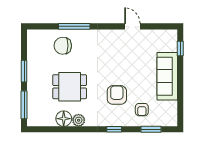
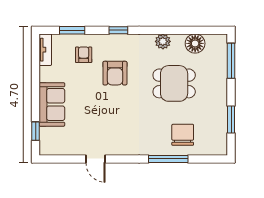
chair: (63, 46) -> (183, 135), turned -91
window: (24, 71) -> (231, 119), moved
sofa: (167, 76) -> (52, 104), width x0.73
tv unit: (172, 114) -> (45, 50), added
floor lamp: (64, 119) -> (195, 43), moved

